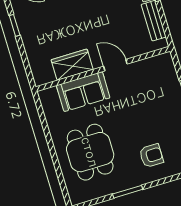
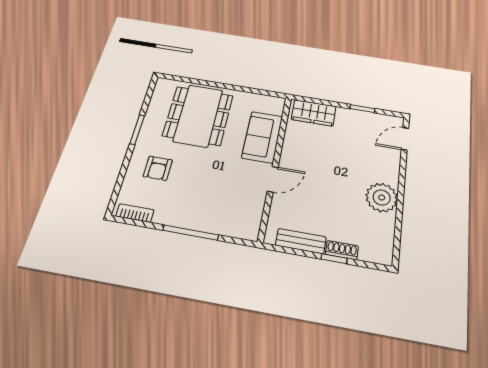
wardrobe: (72, 65) -> (314, 113), moved, turned 90
dining table: (90, 152) -> (198, 116), width x1.38

